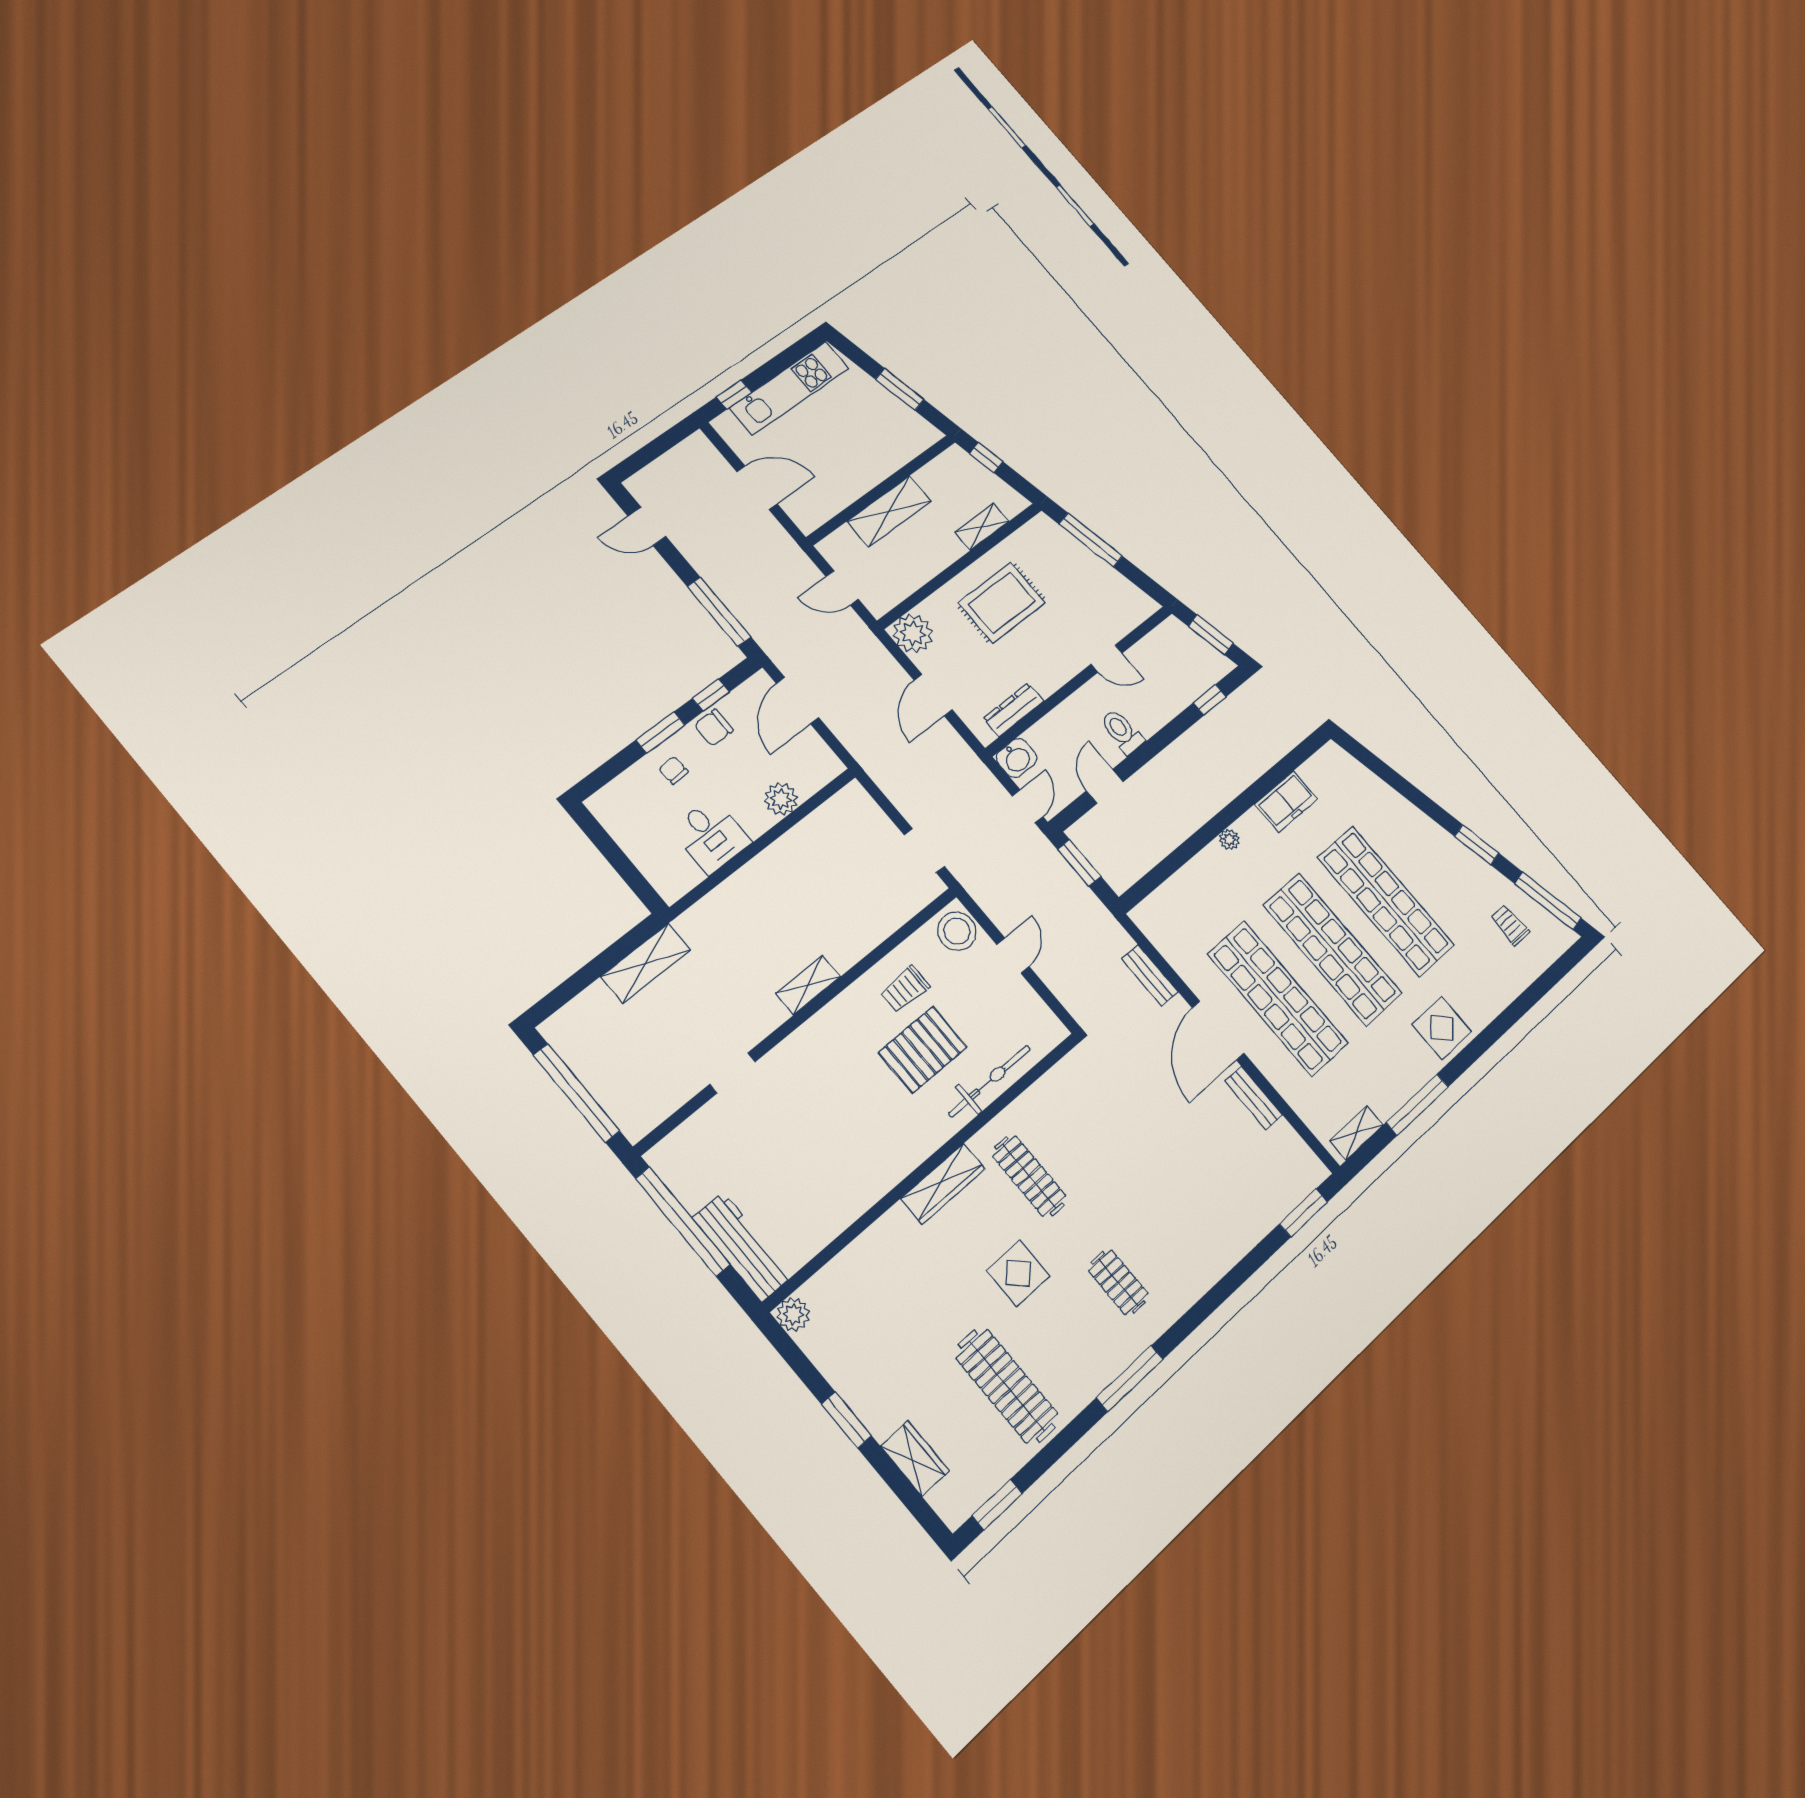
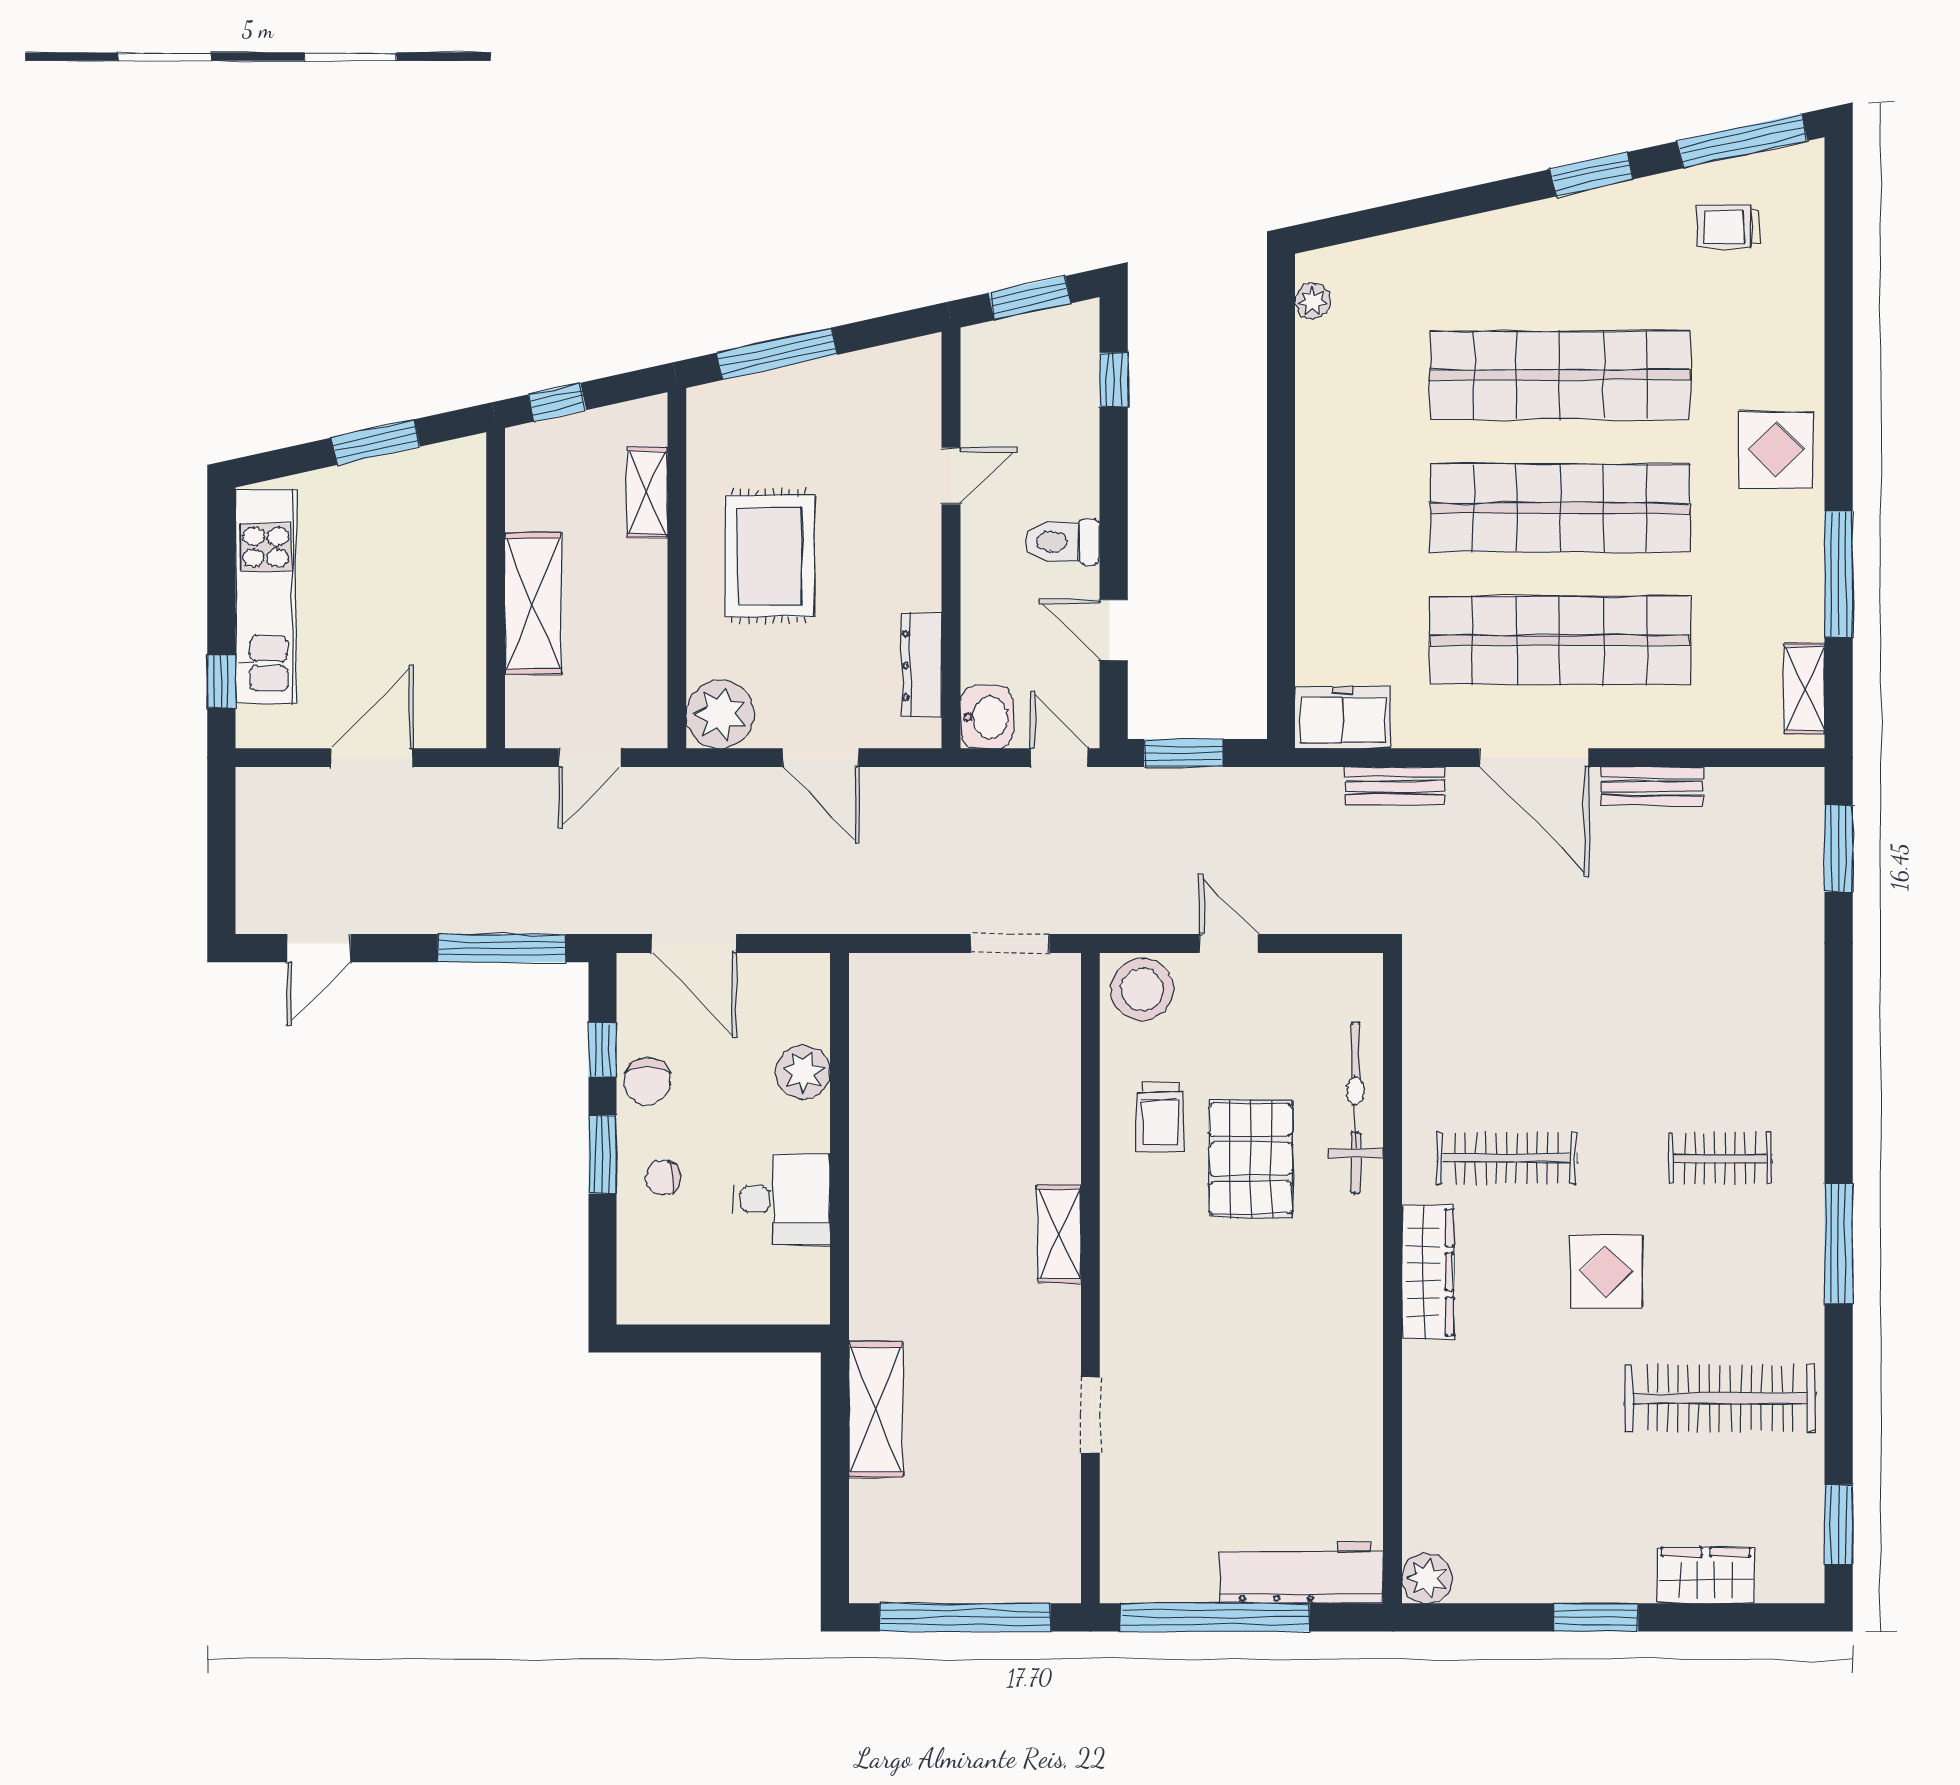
freezer: (1286, 802) -> (1343, 717), moved, turned -90
plant: (1229, 839) -> (1313, 301), moved

